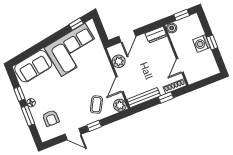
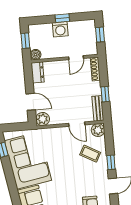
plant: (119, 61) -> (43, 119), moved
door: (180, 66) -> (76, 58), hinge flipped
window: (207, 81) -> (100, 35), added
bench: (144, 98) -> (98, 108), width x0.73
window: (166, 98) -> (105, 94), moved

